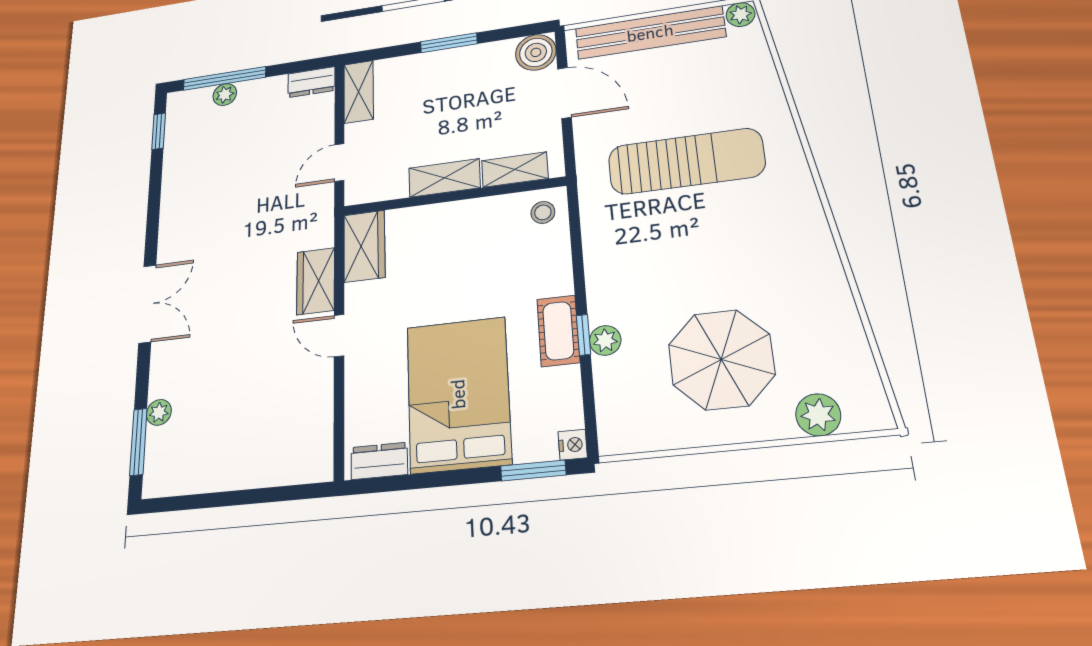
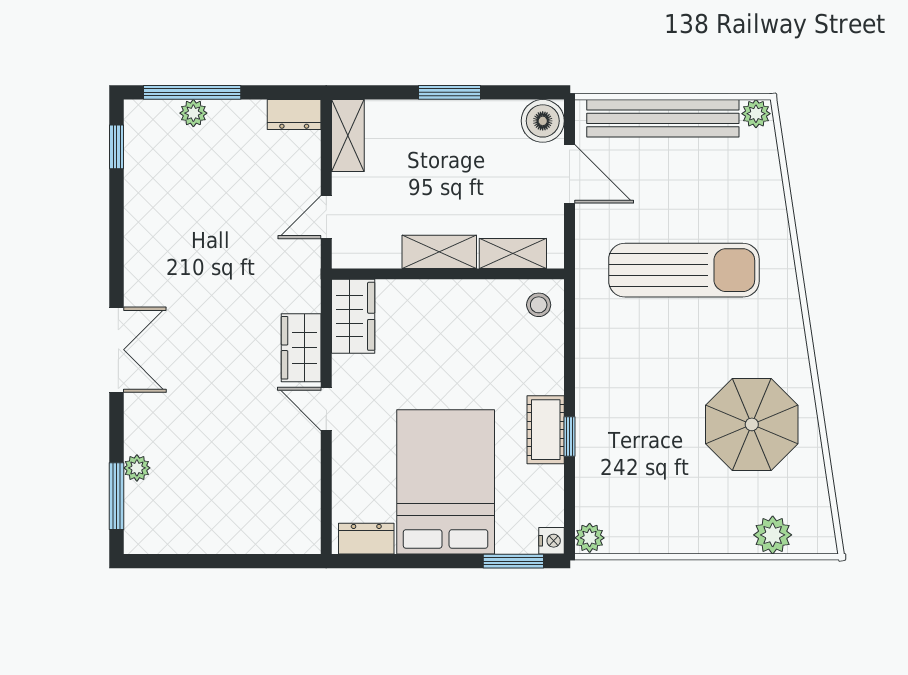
plant: (605, 340) -> (590, 538), moved
parasol: (721, 360) -> (752, 424), moved

